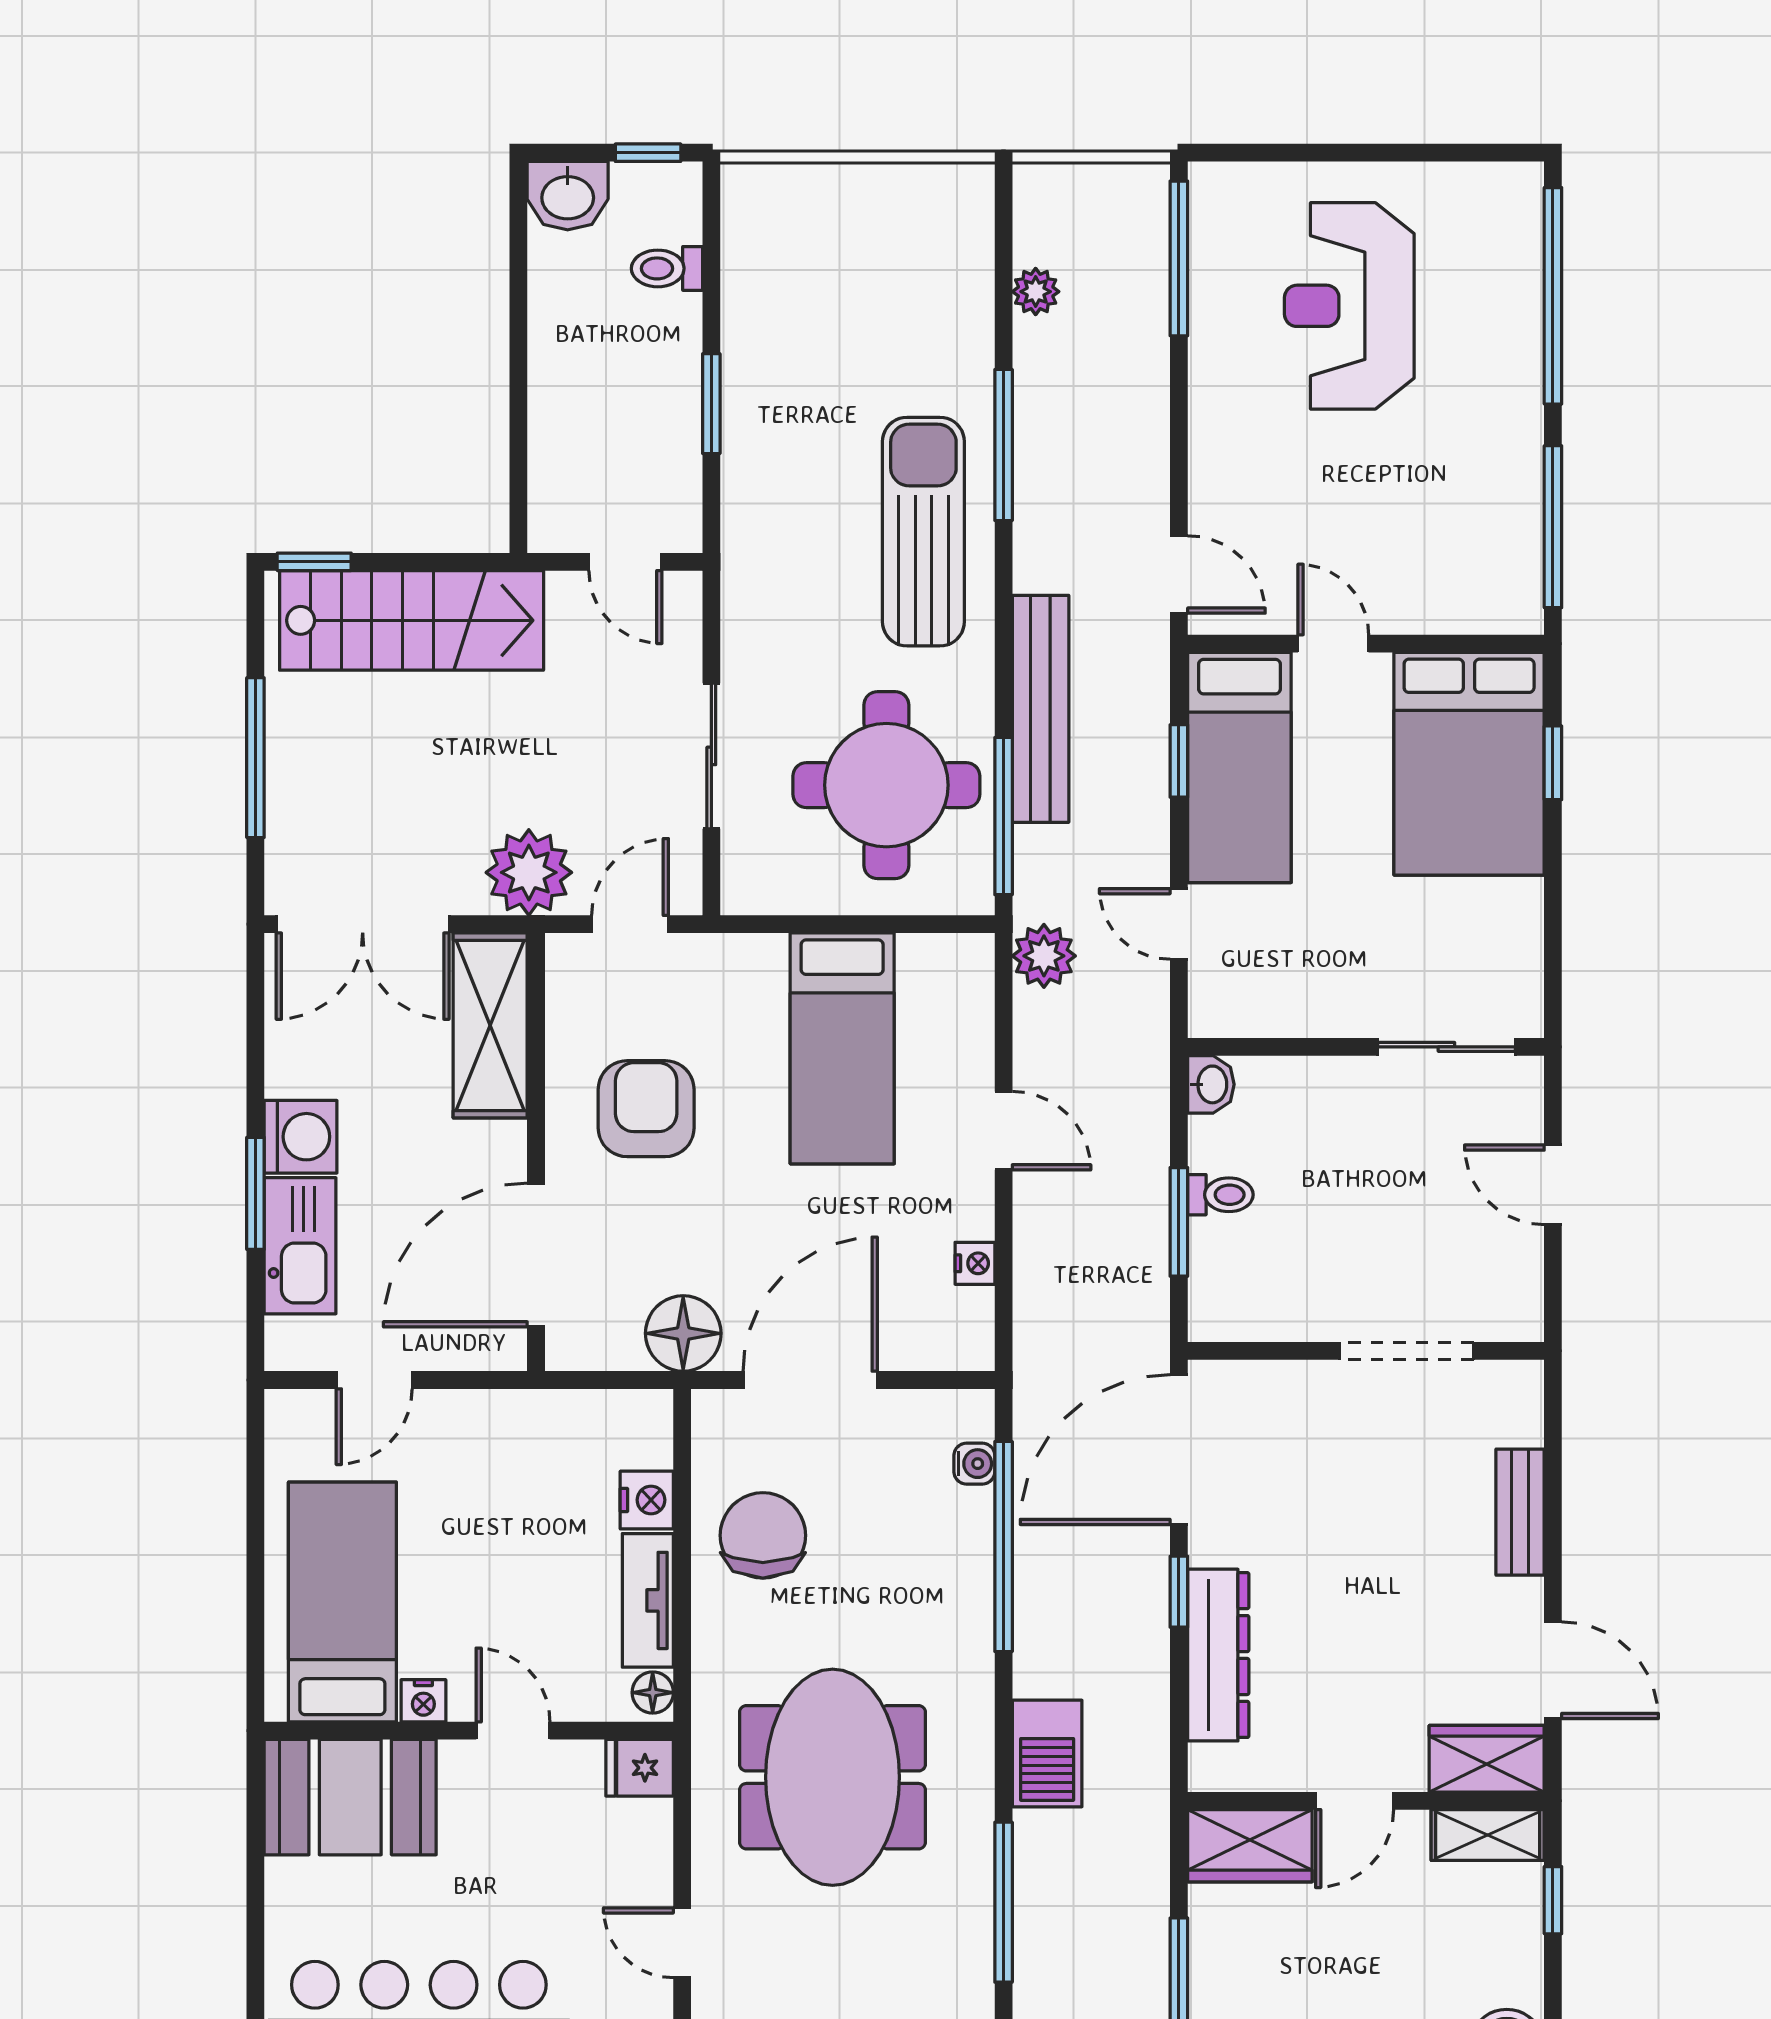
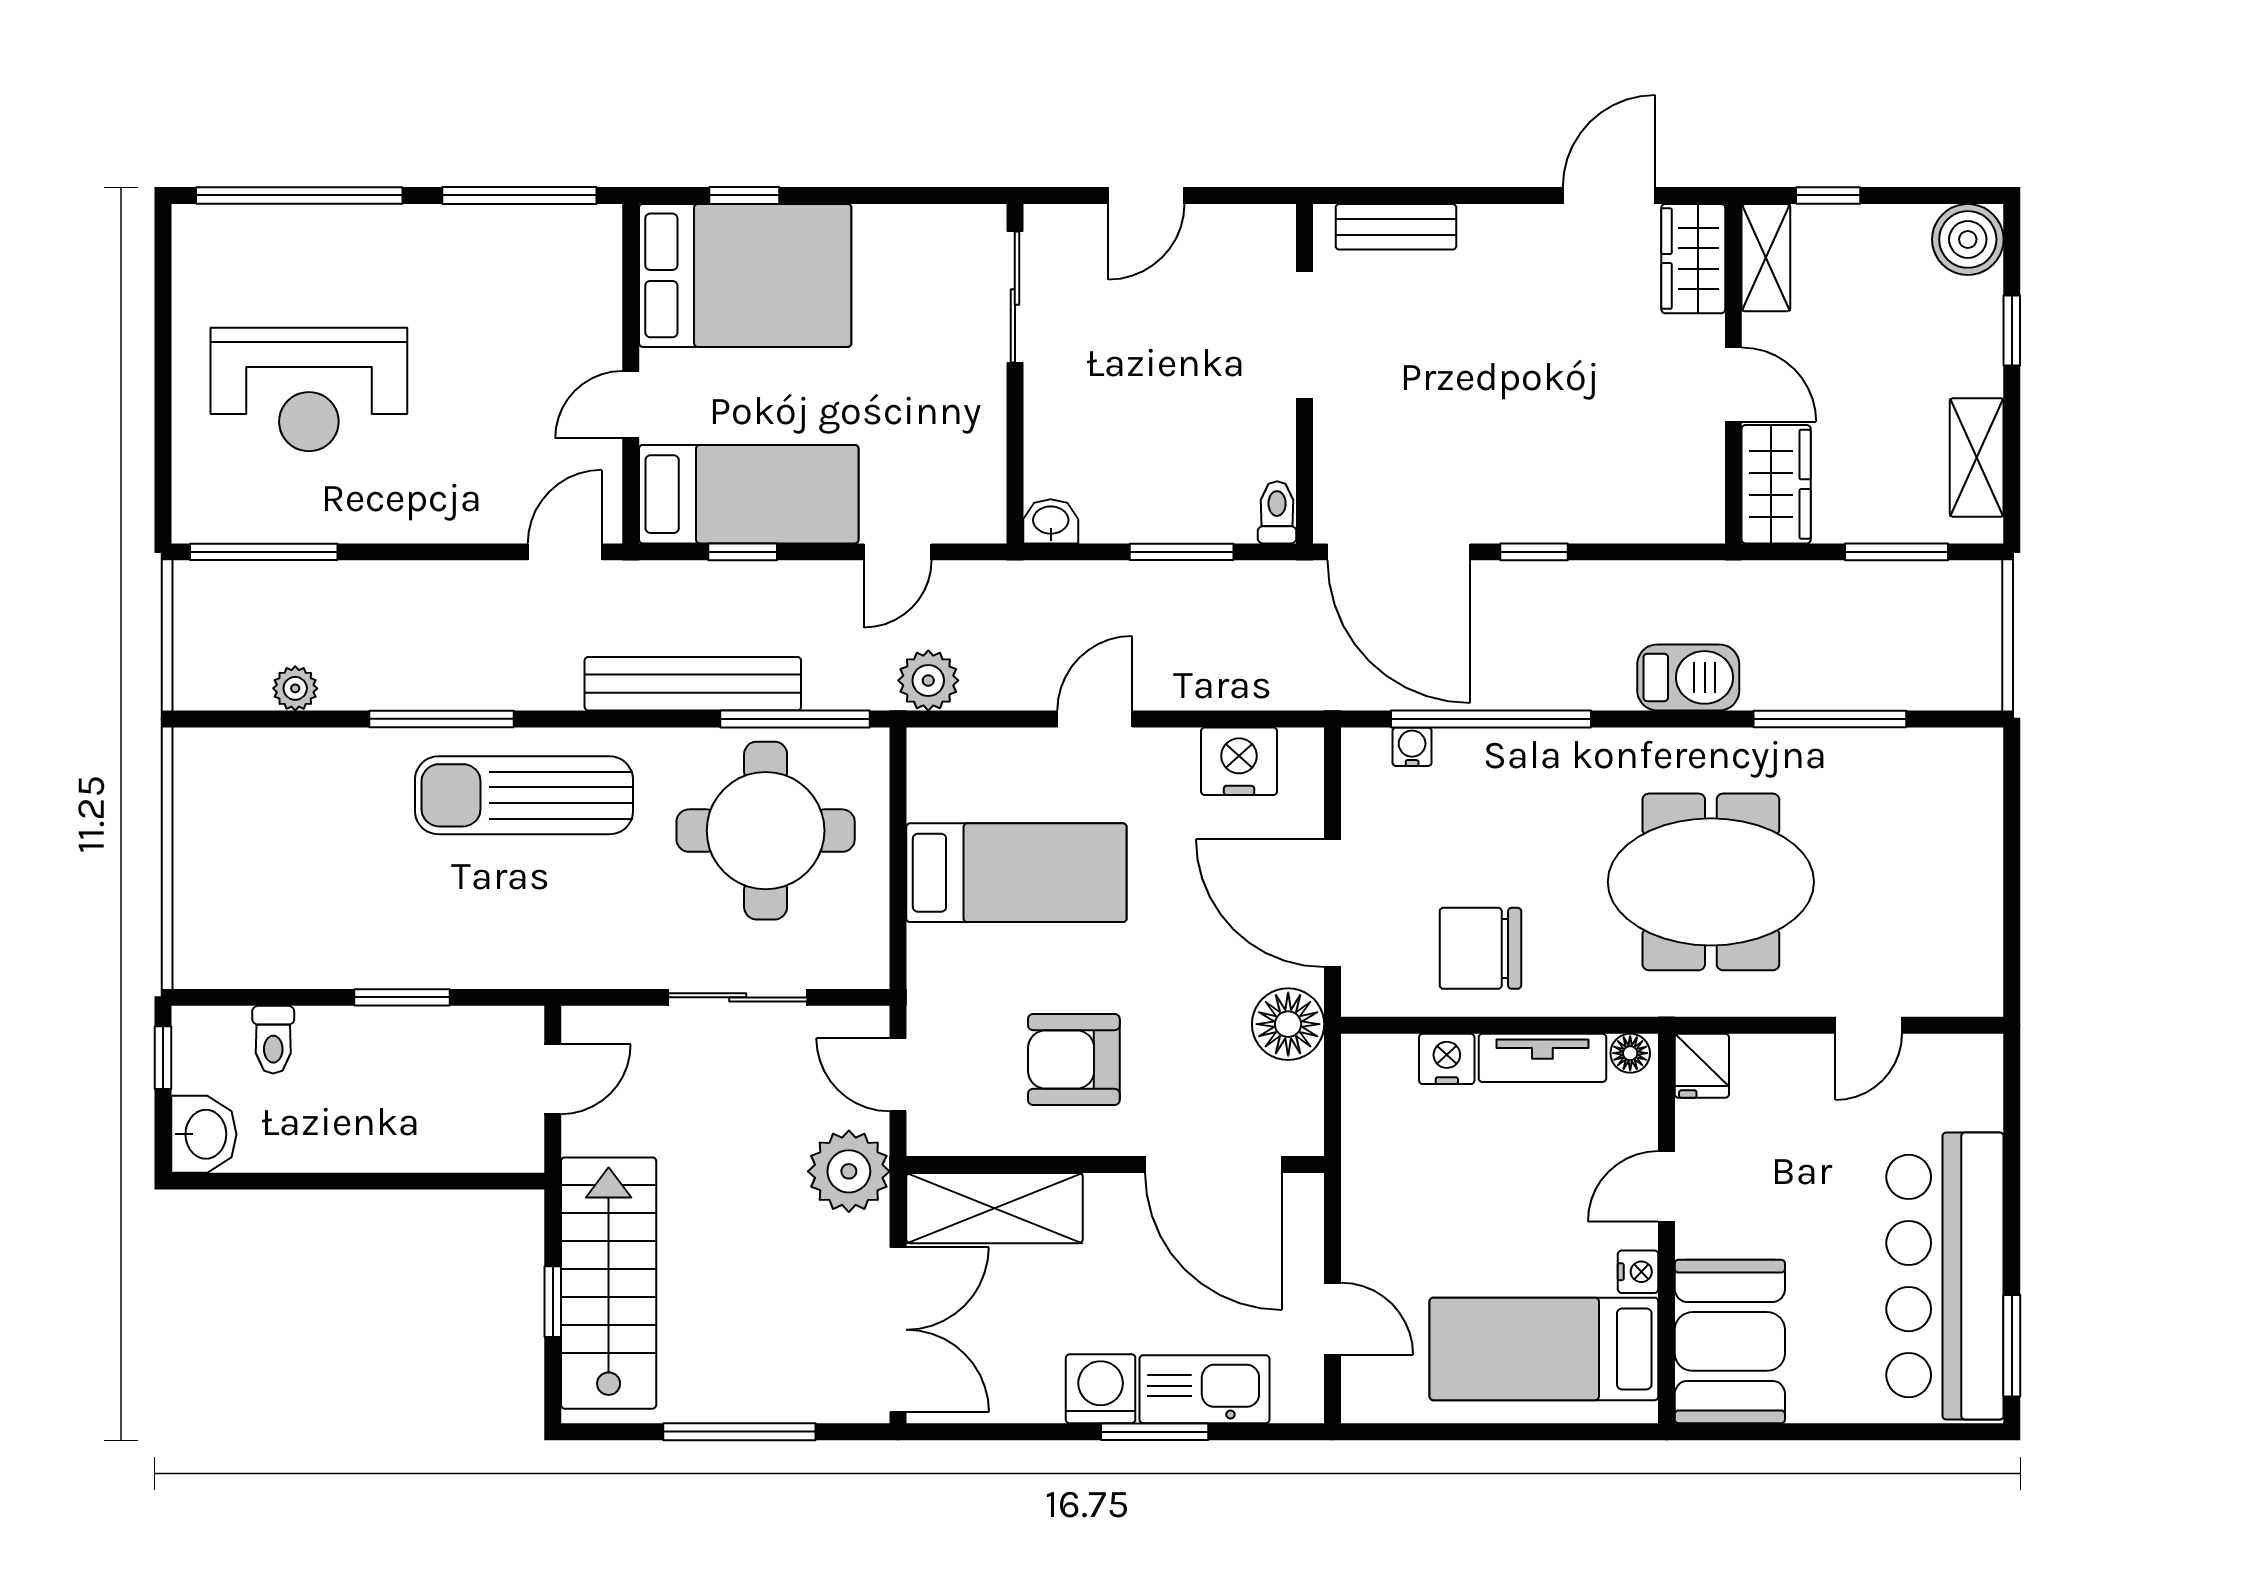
window: (314, 562) -> (553, 1302), moved
toilet: (1220, 1195) -> (1277, 512), moved
nightstand: (975, 1263) -> (1239, 761), width x1.89, depth x1.79
bench: (1520, 1512) -> (1396, 227), moved
dresser: (1218, 1655) -> (1594, 514), removed

